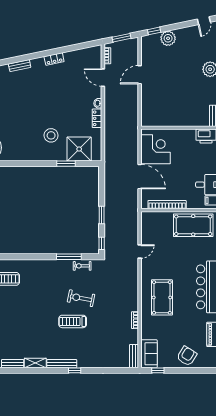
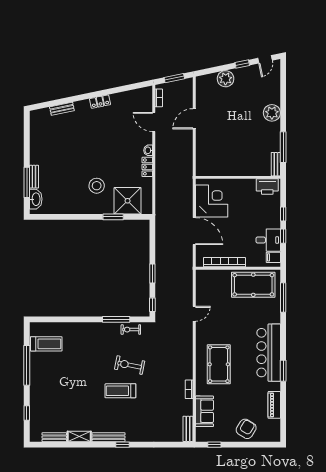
window: (154, 31) -> (242, 64), moved
sofa: (149, 354) -> (204, 411), moved

